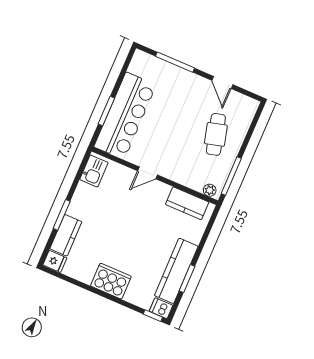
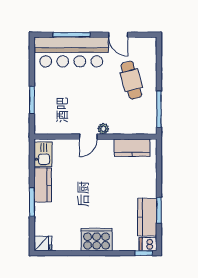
bar counter: (125, 116) -> (71, 52), moved, turned 90
plant: (210, 190) -> (103, 129), moved
kitchen counter: (66, 235) -> (43, 185), moved
kitchen counter: (176, 271) -> (147, 217), width x0.67

